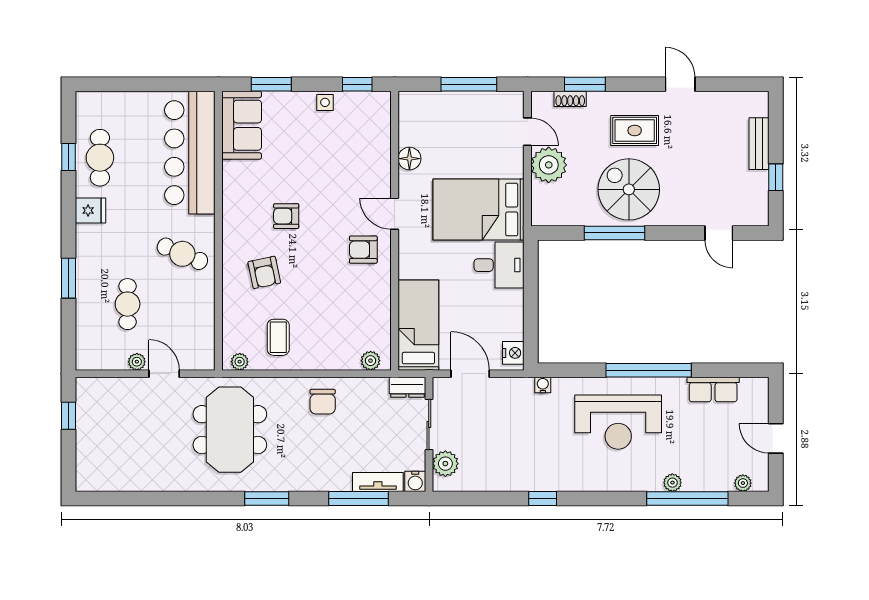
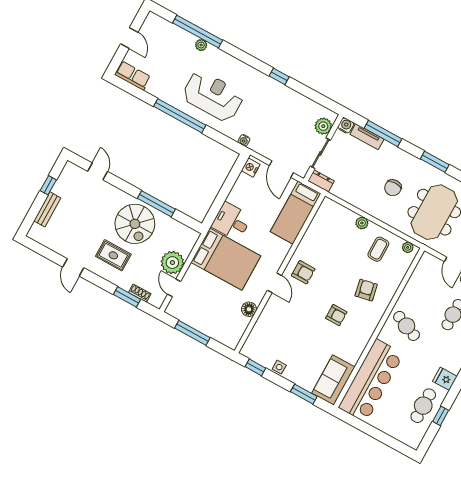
plant: (371, 361) -> (362, 223), moved
row of seats: (713, 390) -> (133, 76), moved
chair: (323, 402) -> (393, 188), moved, turned 180
plant: (743, 483) -> (162, 23), removed

